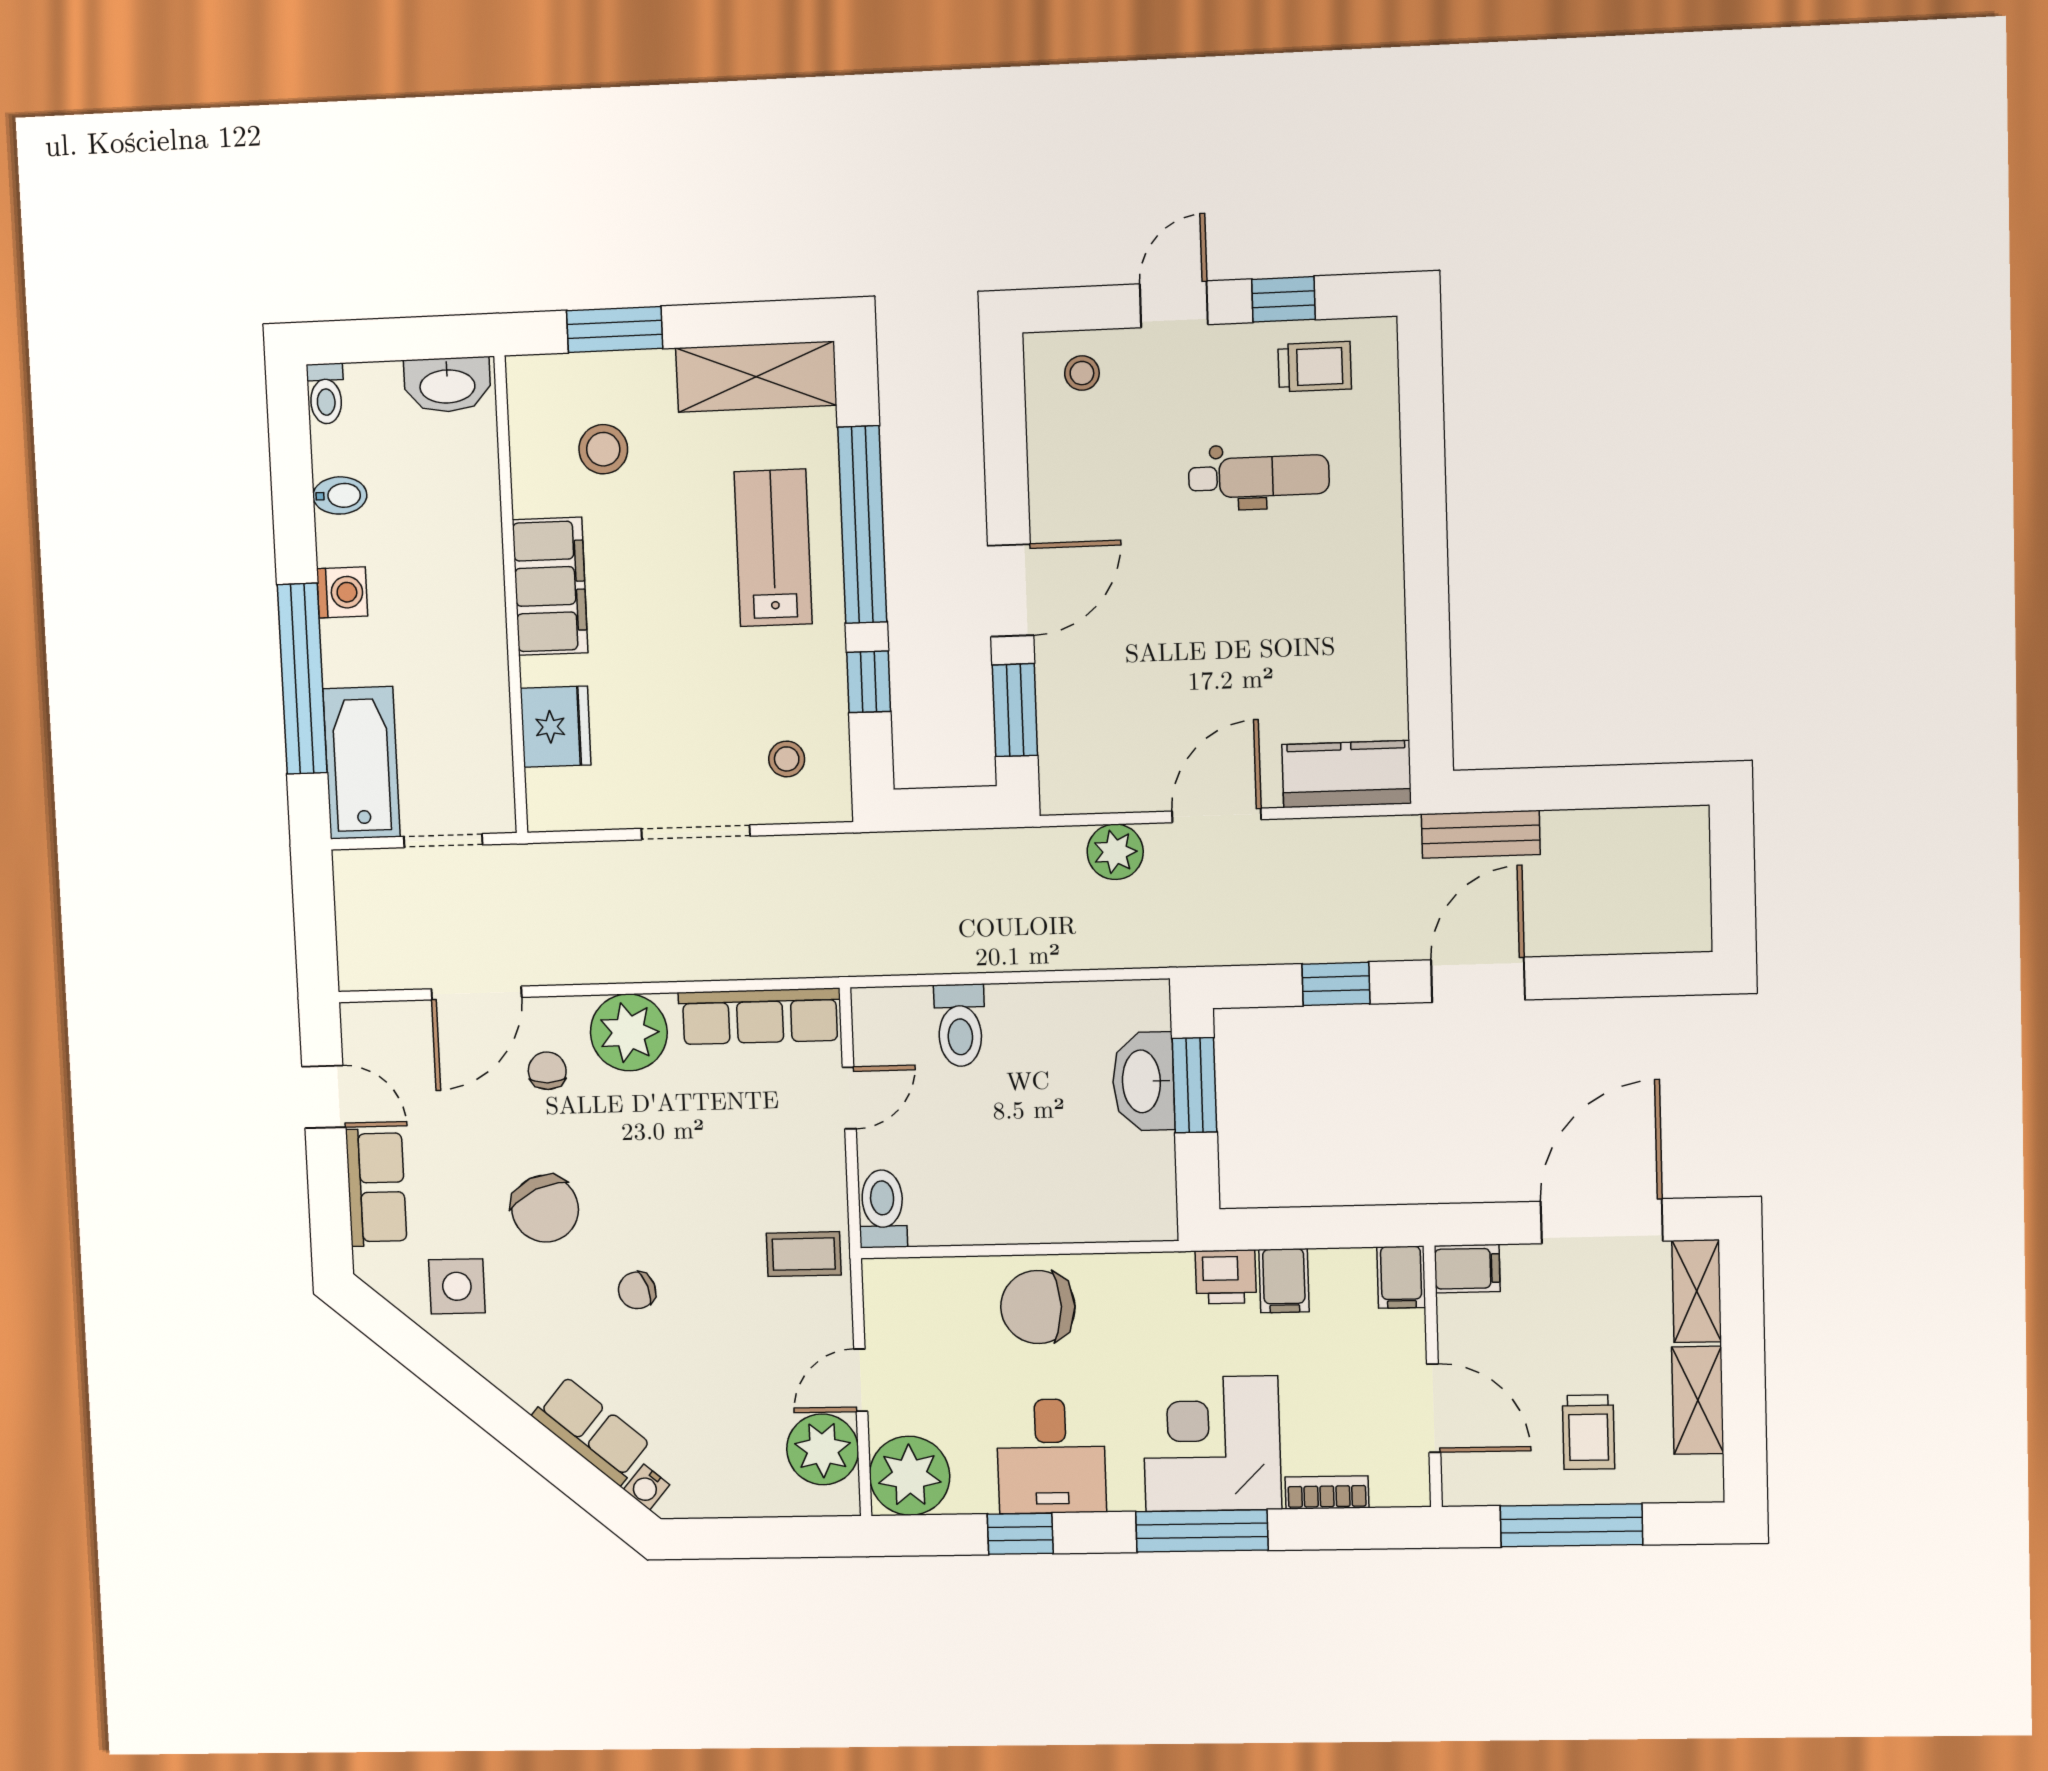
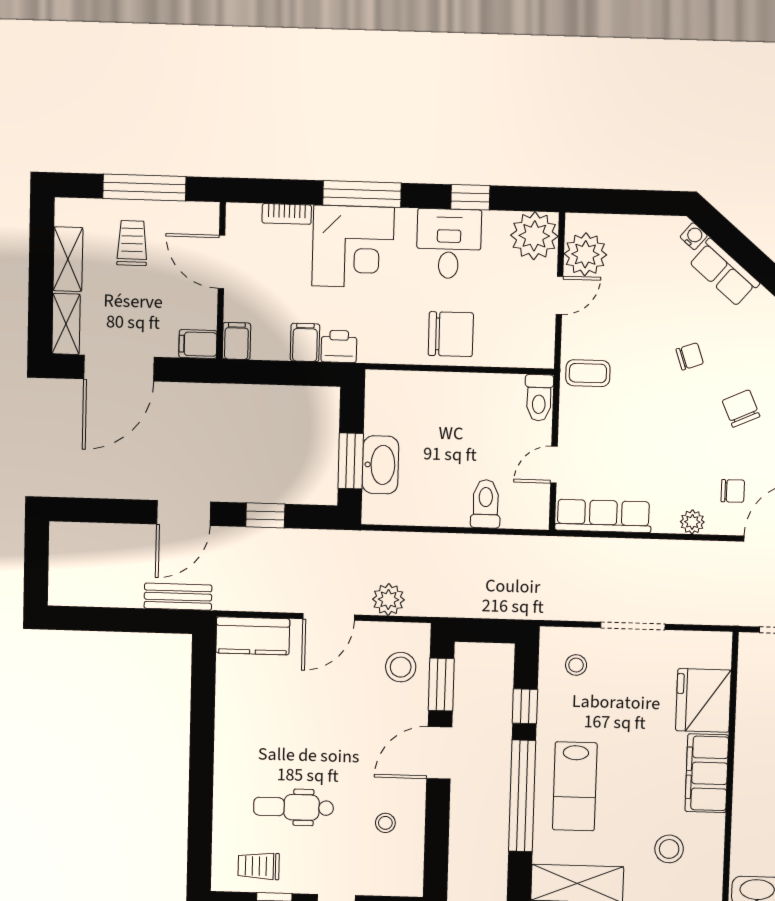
stool: (1082, 373) -> (385, 823), moved
fridge: (556, 727) -> (703, 700), width x1.36, depth x1.34
stool: (1087, 736) -> (401, 667), added
plant: (629, 1032) -> (692, 522), width x0.53, depth x0.53
chair: (547, 1071) -> (733, 491), turned -90
chair: (545, 1209) -> (741, 409), width x0.73, depth x0.73

